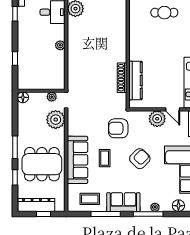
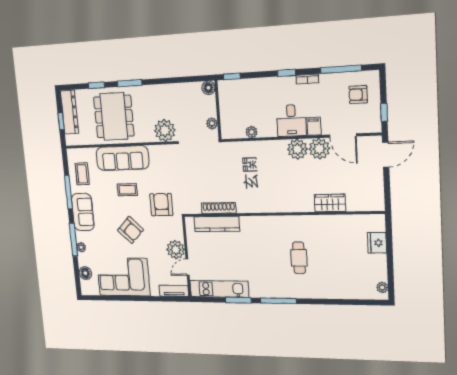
wall: (41, 91) -> (218, 110), moved
floor lamp: (23, 97) -> (208, 88), moved
plant: (52, 97) -> (212, 123), moved

